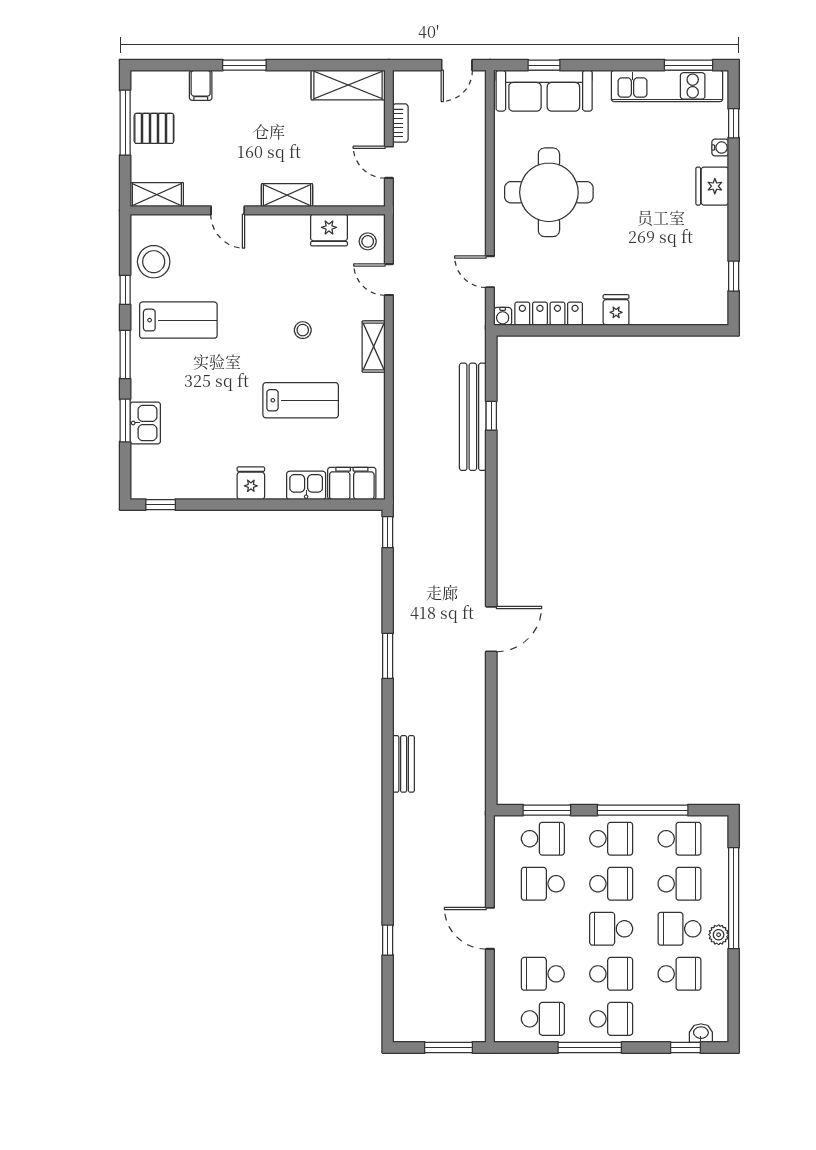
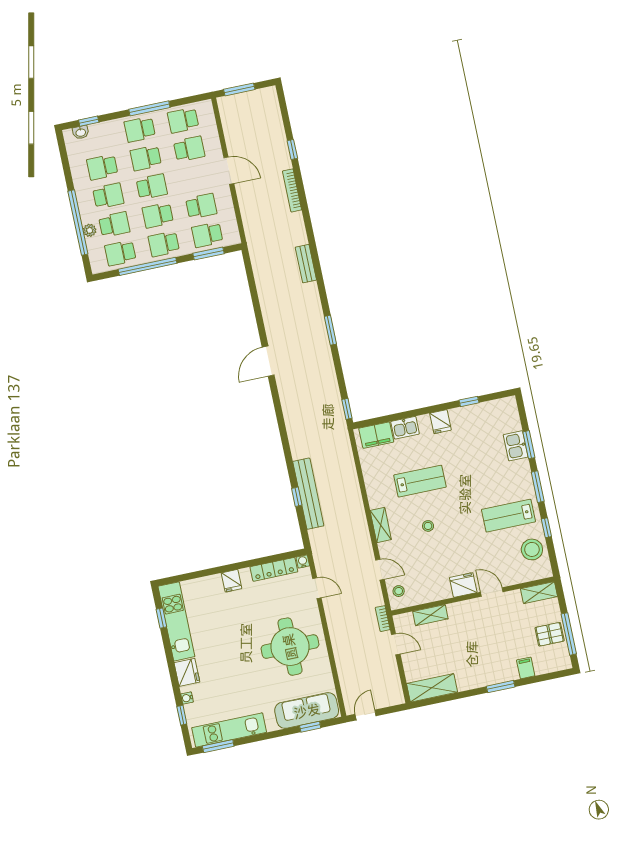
bookcase: (400, 123) -> (383, 619), moved
shelving: (287, 195) -> (430, 615), moved
fridge: (329, 230) -> (463, 585), moved
kitchen unit: (712, 266) -> (176, 621), added
lab bench: (301, 400) -> (420, 481), turned 180
window: (161, 505) -> (469, 401), moved
bookcase: (401, 878) -> (292, 190), added
school desk: (679, 884) -> (114, 224), turned 180
plant: (719, 935) -> (90, 230), moved

